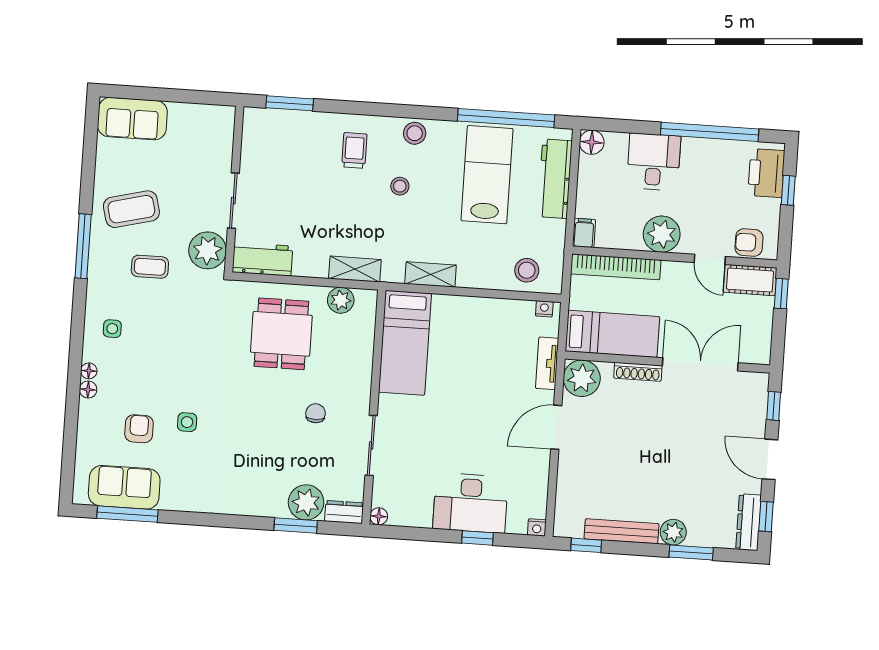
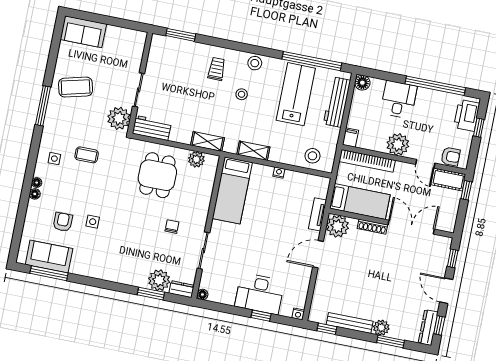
armchair: (749, 243) -> (451, 156), turned 180
coffee table: (150, 267) -> (87, 155), moved
nightstand: (544, 309) -> (279, 173), moved

